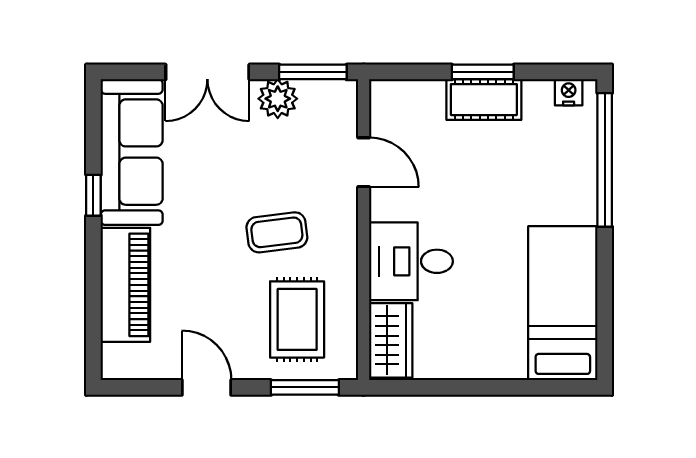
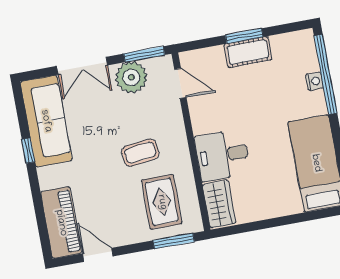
nightstand: (569, 92) -> (314, 81), moved, turned 90
plant: (278, 99) -> (131, 77), width x1.36, depth x1.36
door: (364, 162) -> (180, 83), moved
piano: (125, 285) -> (61, 223), moved
door: (207, 387) -> (98, 255), moved

